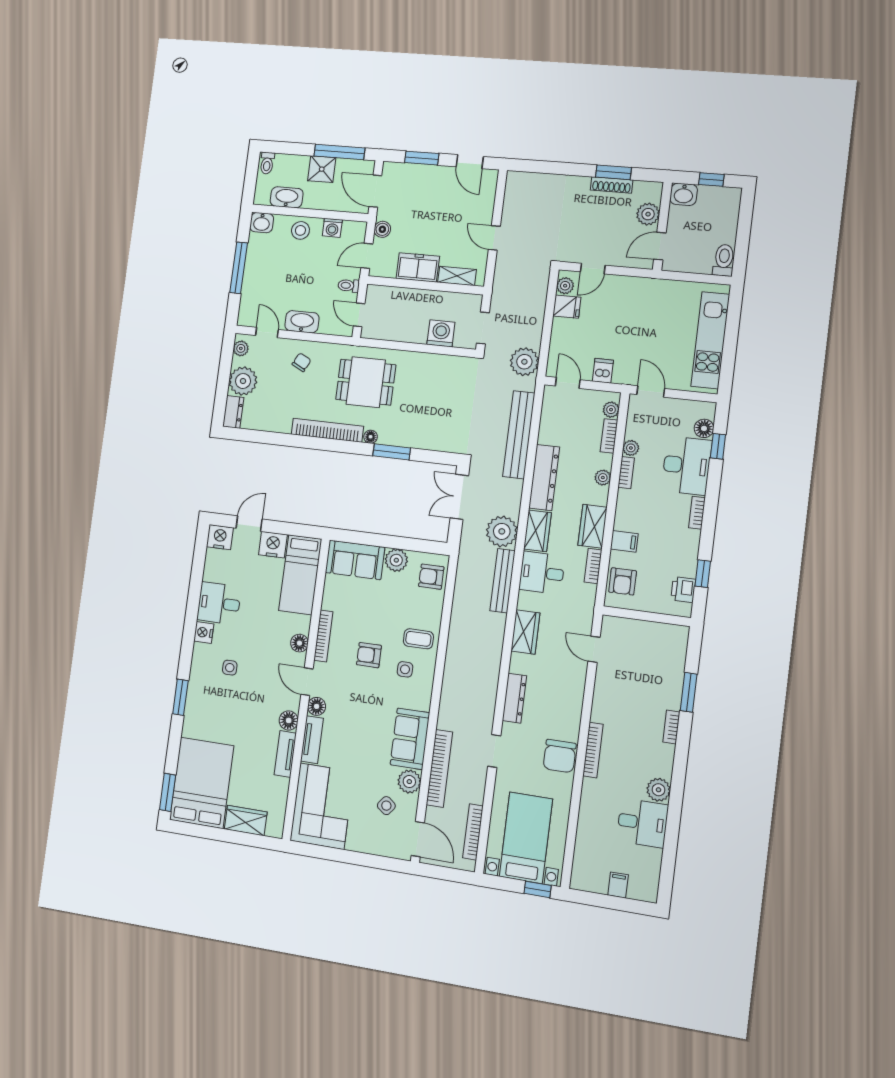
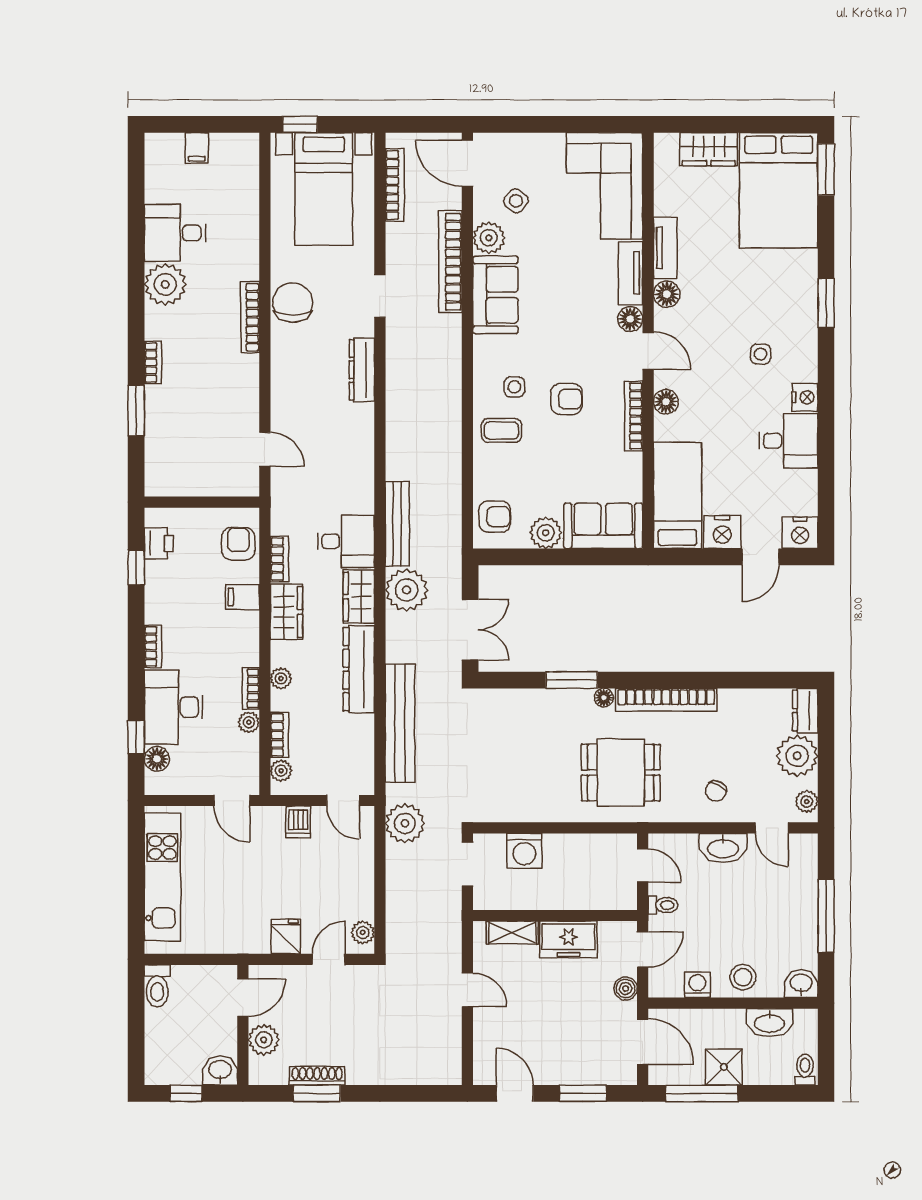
fridge: (567, 307) -> (286, 936), moved, turned 90
wardrobe: (525, 632) -> (358, 460), removed
plant: (659, 790) -> (165, 284), width x1.36, depth x1.36

